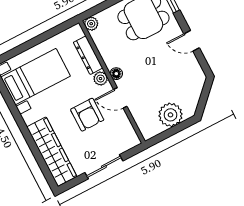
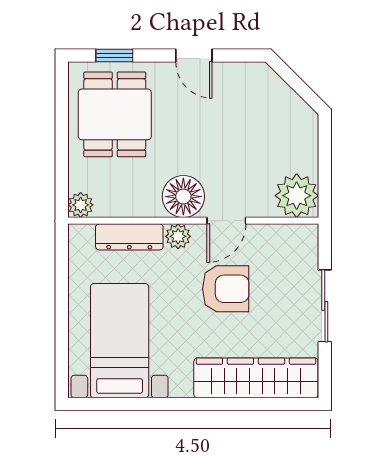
door: (192, 41) -> (194, 56), hinge flipped
floor lamp: (116, 74) -> (183, 197), width x1.89, depth x1.89
plant: (170, 115) -> (297, 196), moved

